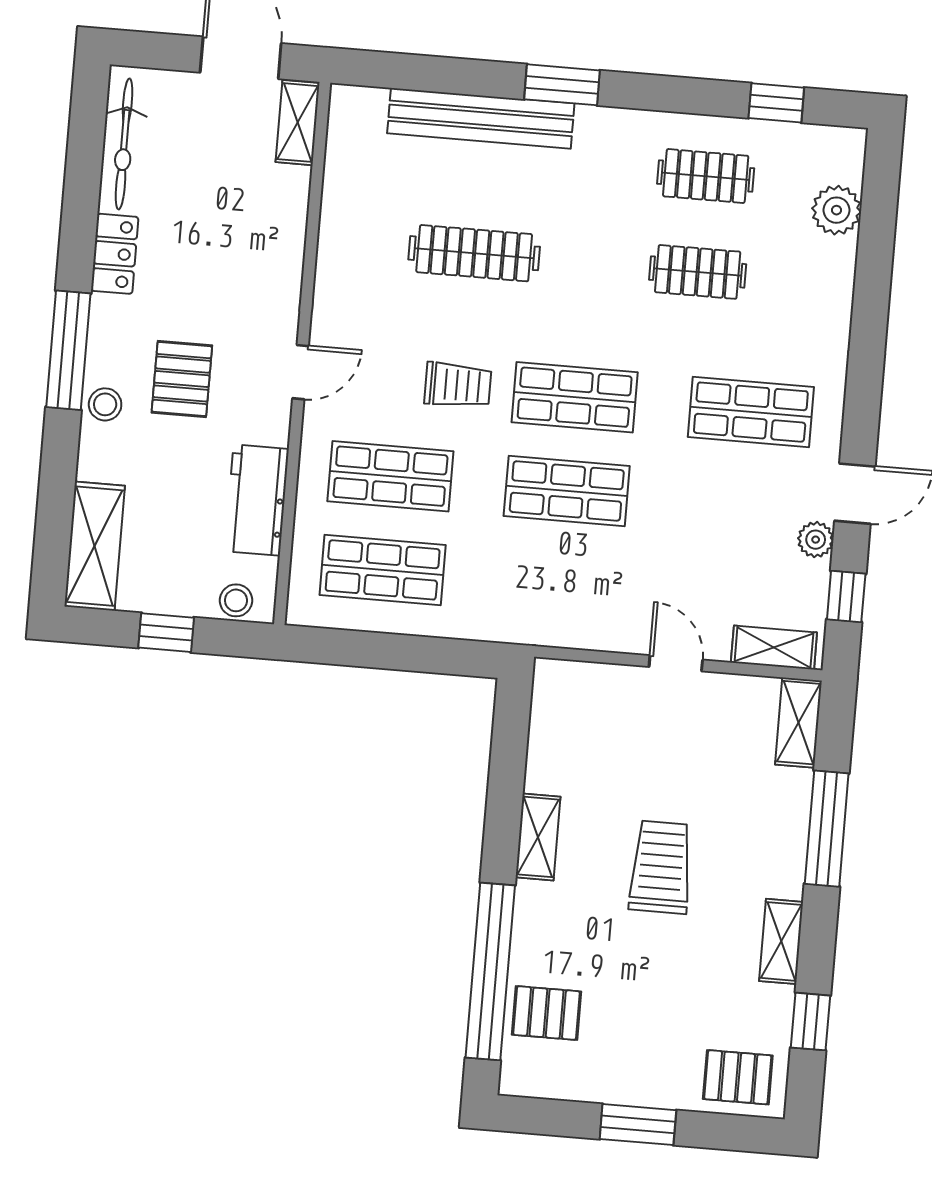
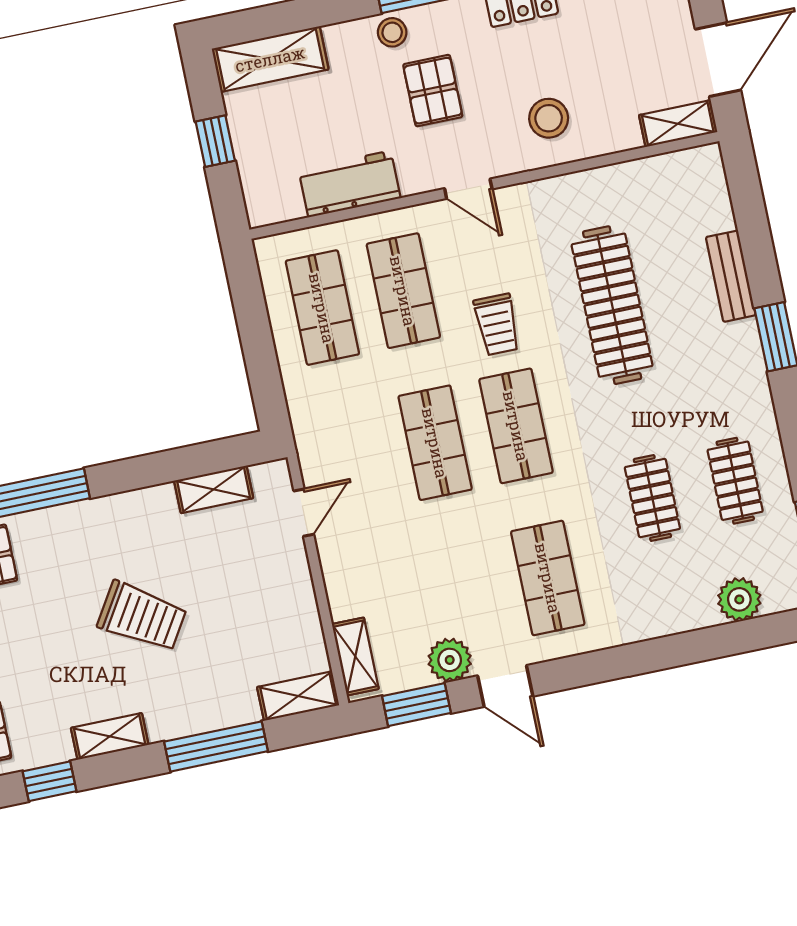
bench: (481, 118) -> (731, 276), width x0.54, depth x0.82
clothes rail: (474, 253) -> (612, 305), width x1.37, depth x1.31
pallet: (182, 379) -> (433, 91), turned 90
plant: (816, 540) -> (450, 660), width x1.38, depth x1.38
window: (846, 597) -> (416, 705), width x1.50
stool: (236, 600) -> (549, 118), moved, width x1.37, depth x1.37
door: (676, 663) -> (304, 513), moved
shelving: (538, 837) -> (214, 489), moved
trolley: (661, 867) -> (142, 617), turned 32

